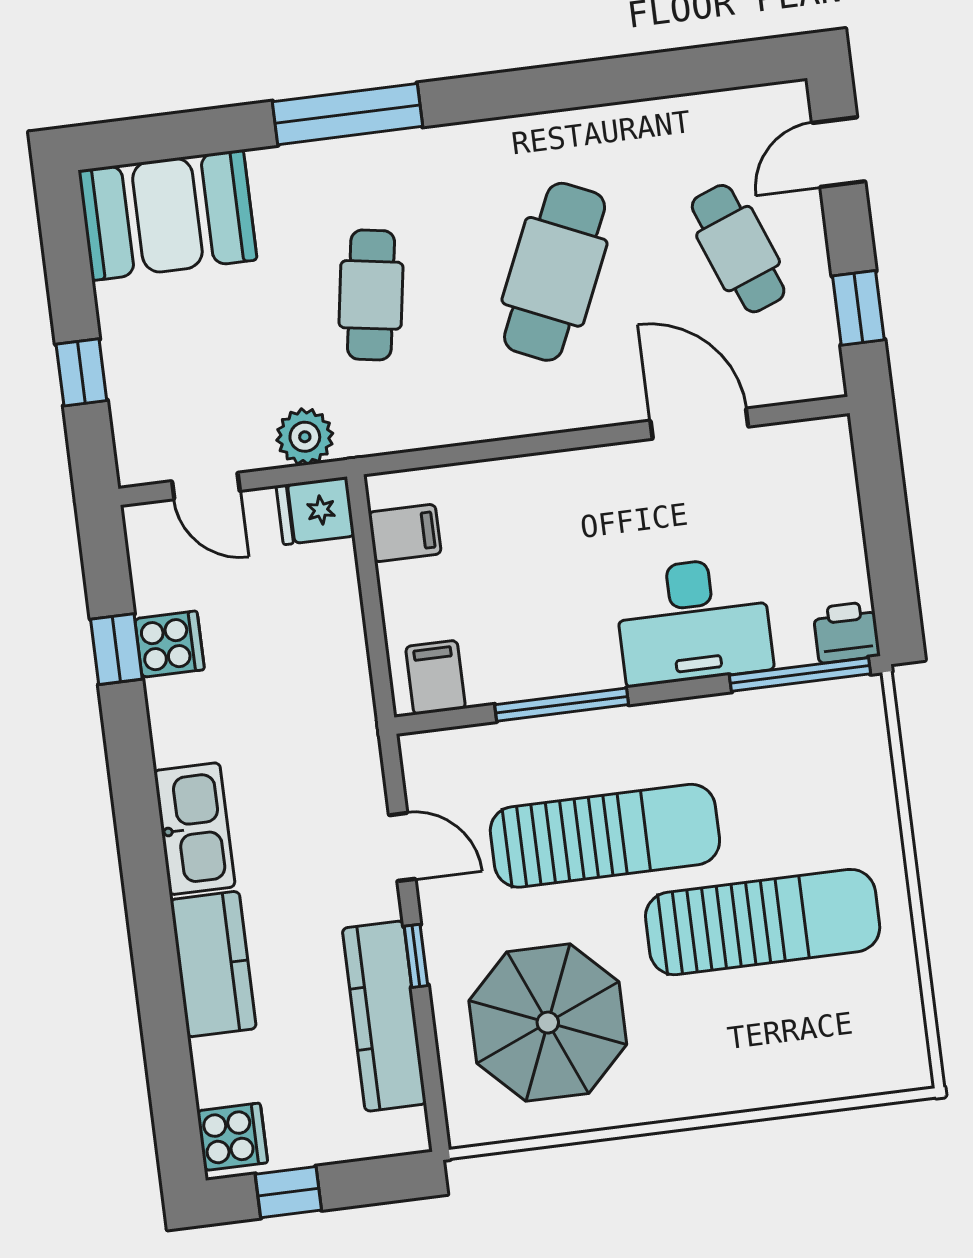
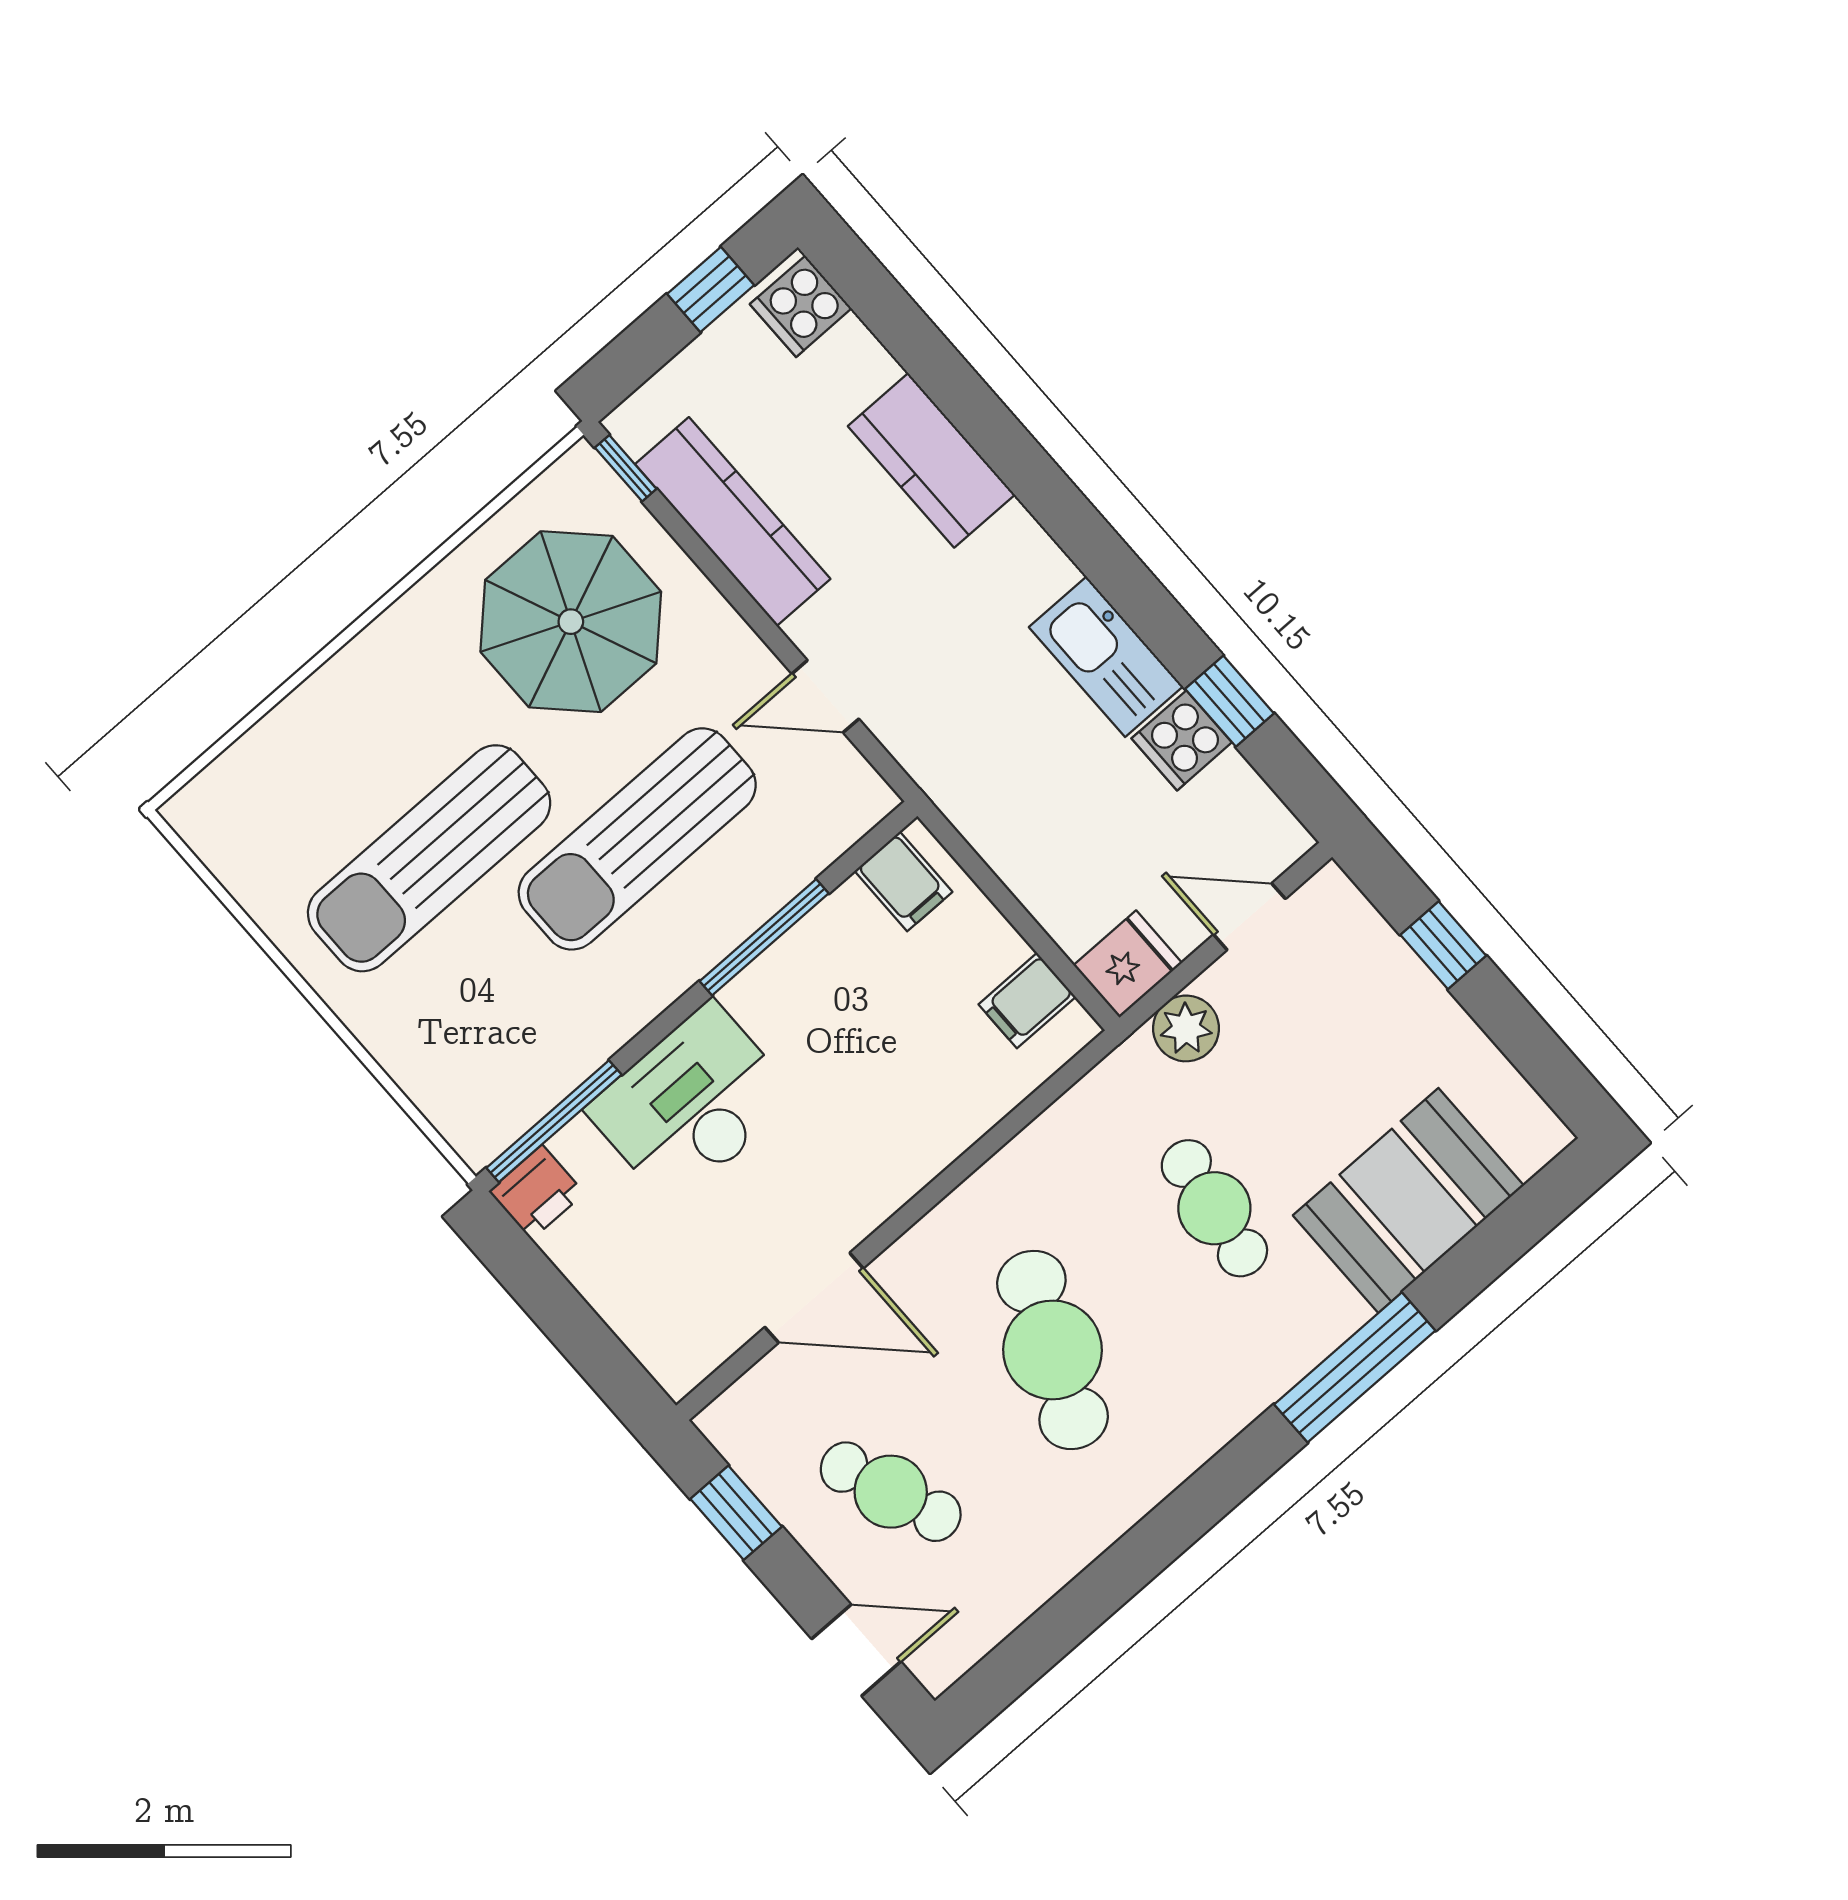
door: (839, 152) -> (856, 1650), hinge flipped
booth: (167, 215) -> (1408, 1200), moved
kitchen sink: (194, 829) -> (1106, 657), moved
window: (416, 956) -> (626, 468), moved

